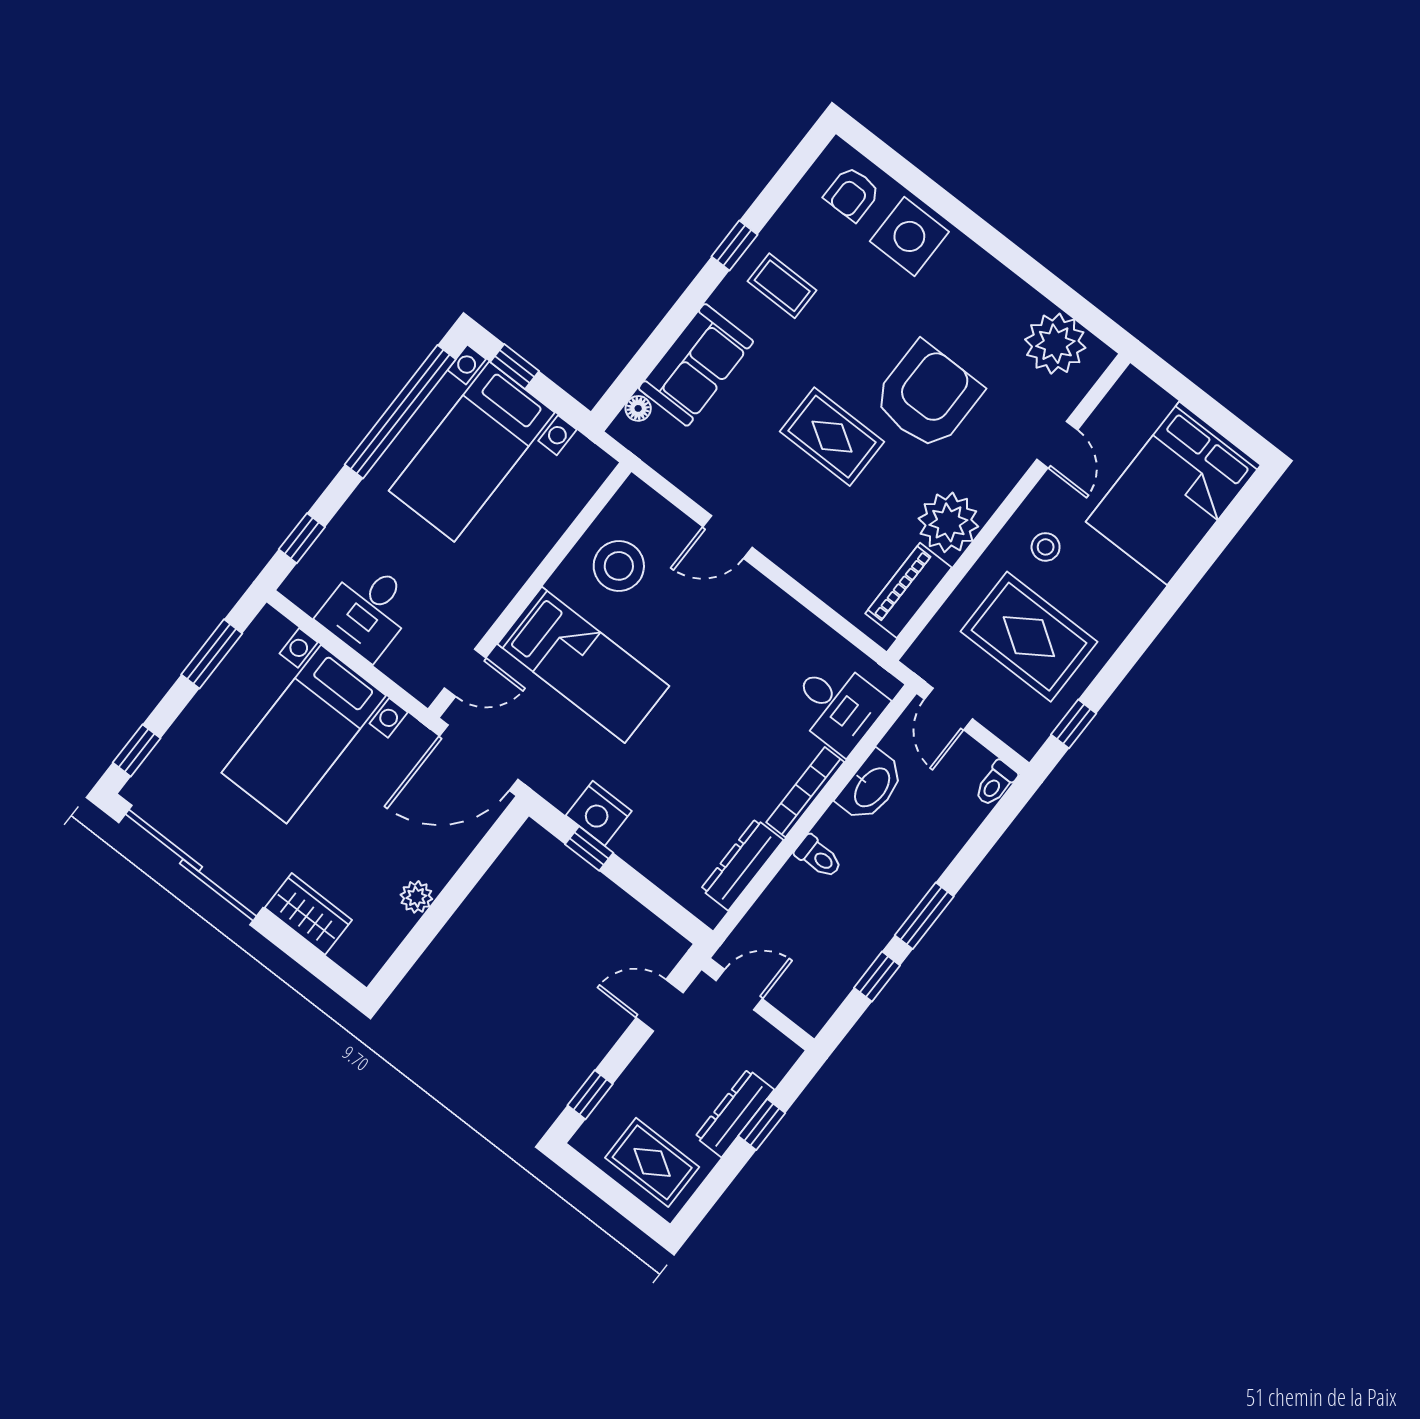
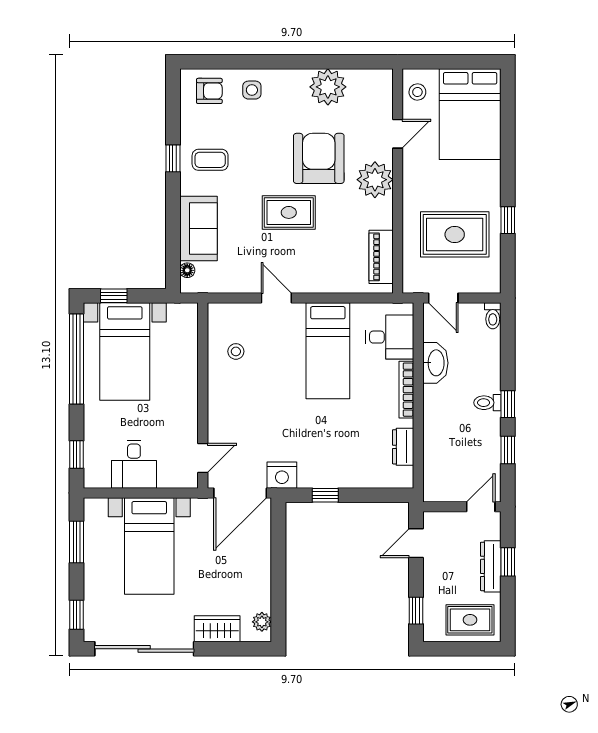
armchair: (852, 194) -> (209, 91), turned -90
side table: (909, 236) -> (252, 90), width x0.54, depth x0.54
plant: (1055, 344) -> (328, 87), moved
door: (1057, 445) -> (398, 134), hinge flipped
plant: (948, 522) -> (375, 180), moved
door: (727, 537) -> (276, 298), swing flipped
stool: (1046, 547) -> (417, 92), moved
stool: (619, 566) -> (236, 351), width x0.53, depth x0.53
bed: (583, 665) -> (328, 351), moved, turned 90
window: (1074, 724) -> (508, 220), moved
nightstand: (599, 813) -> (282, 475), moved
toilet: (818, 857) -> (487, 403), moved, turned 180
dresser: (742, 865) -> (403, 447), width x0.70
plant: (416, 897) -> (262, 622), moved
window: (924, 916) -> (508, 404), width x0.67
door: (739, 990) -> (481, 507), moved

